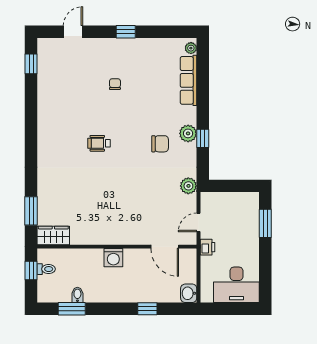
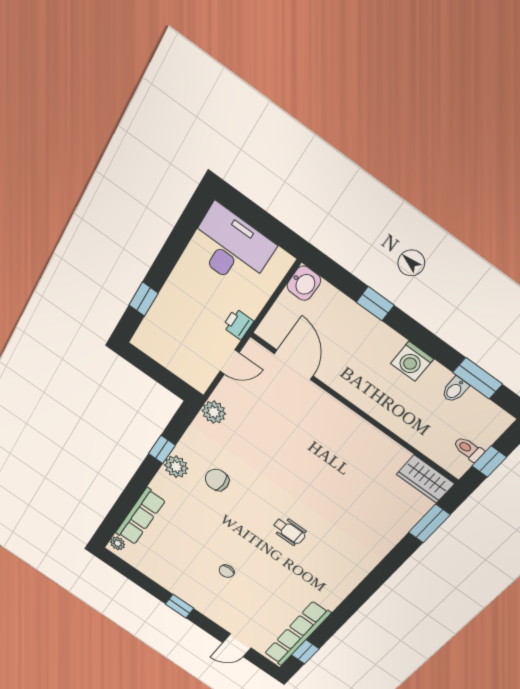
row of seats: (45, 74) -> (297, 634), added
window: (265, 223) -> (144, 299), width x0.67
washing machine: (113, 258) -> (412, 361), moved, turned 180

